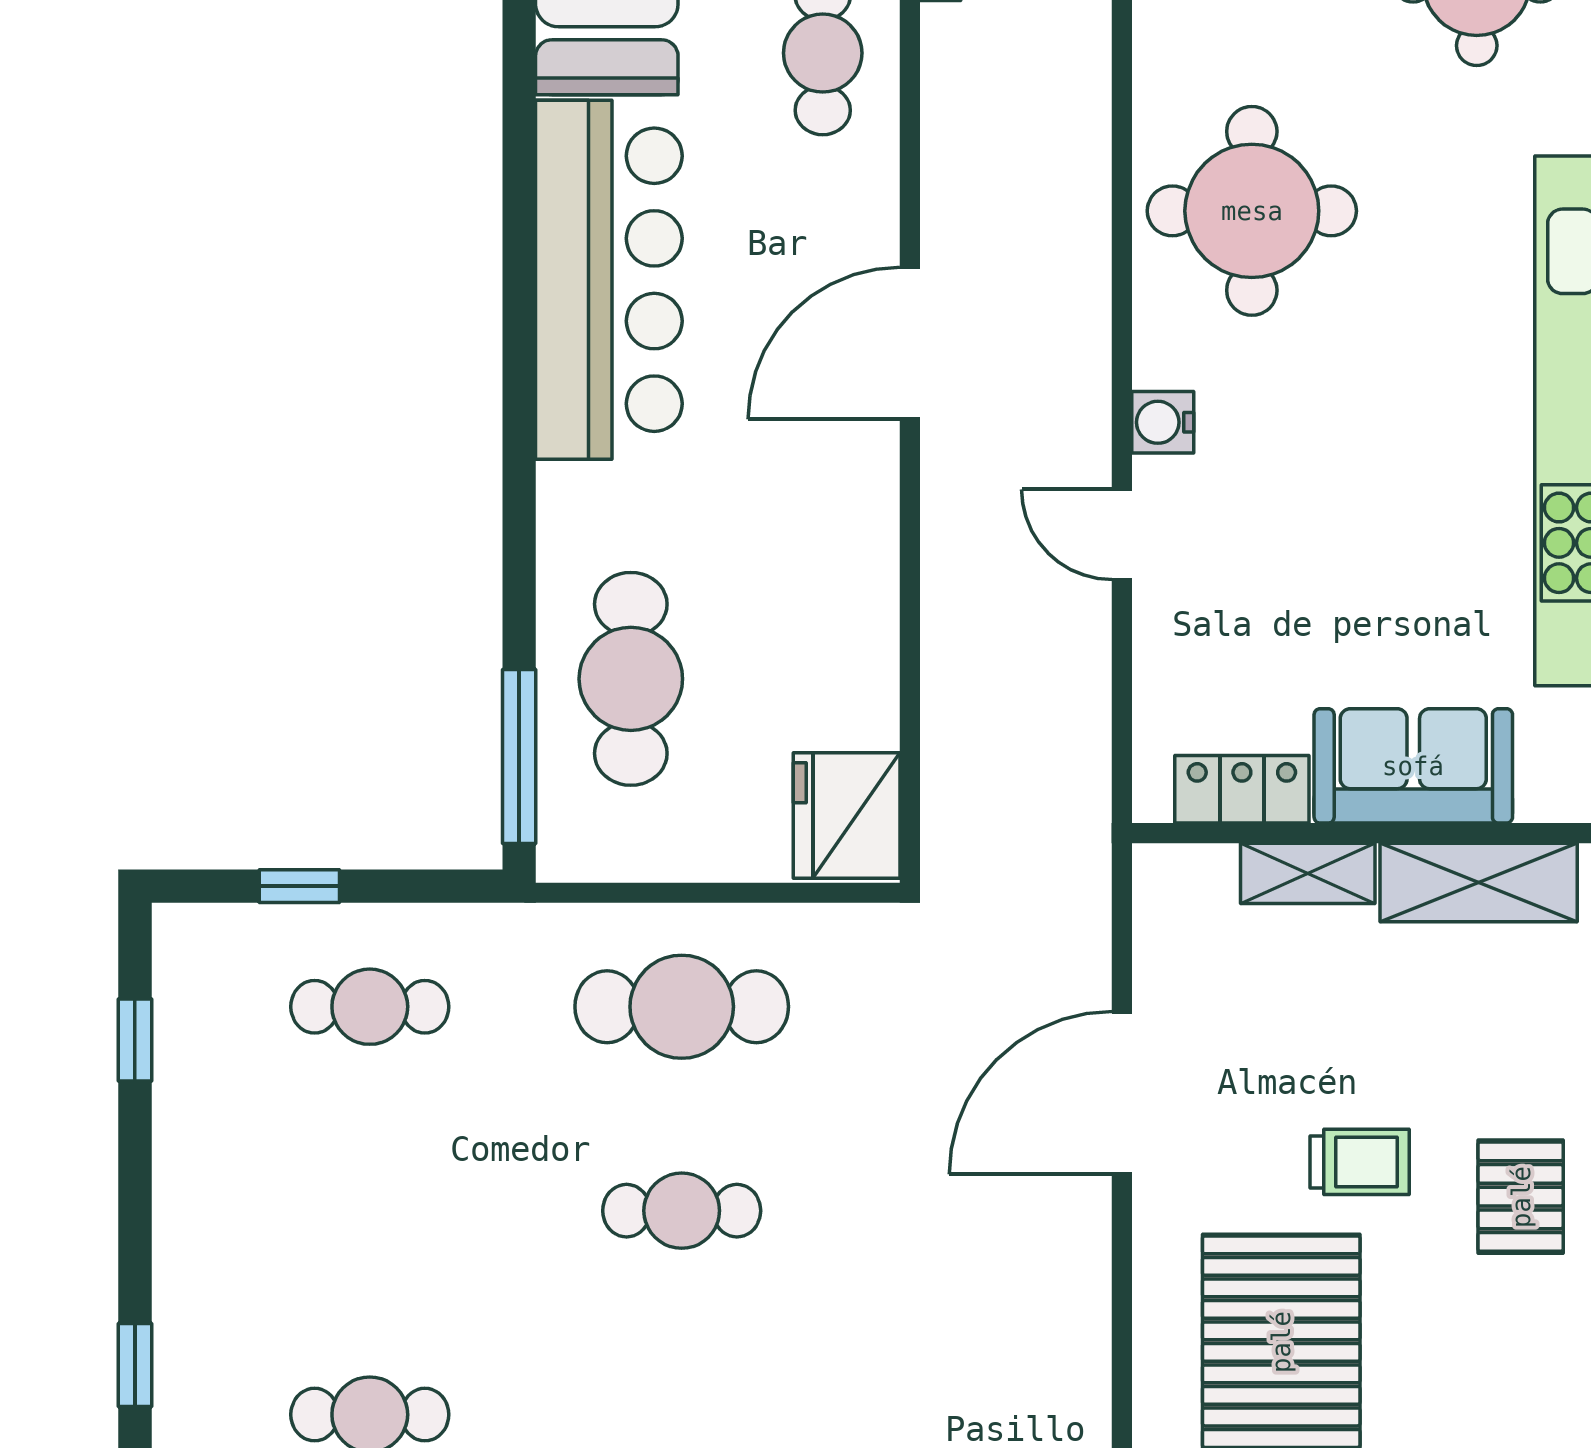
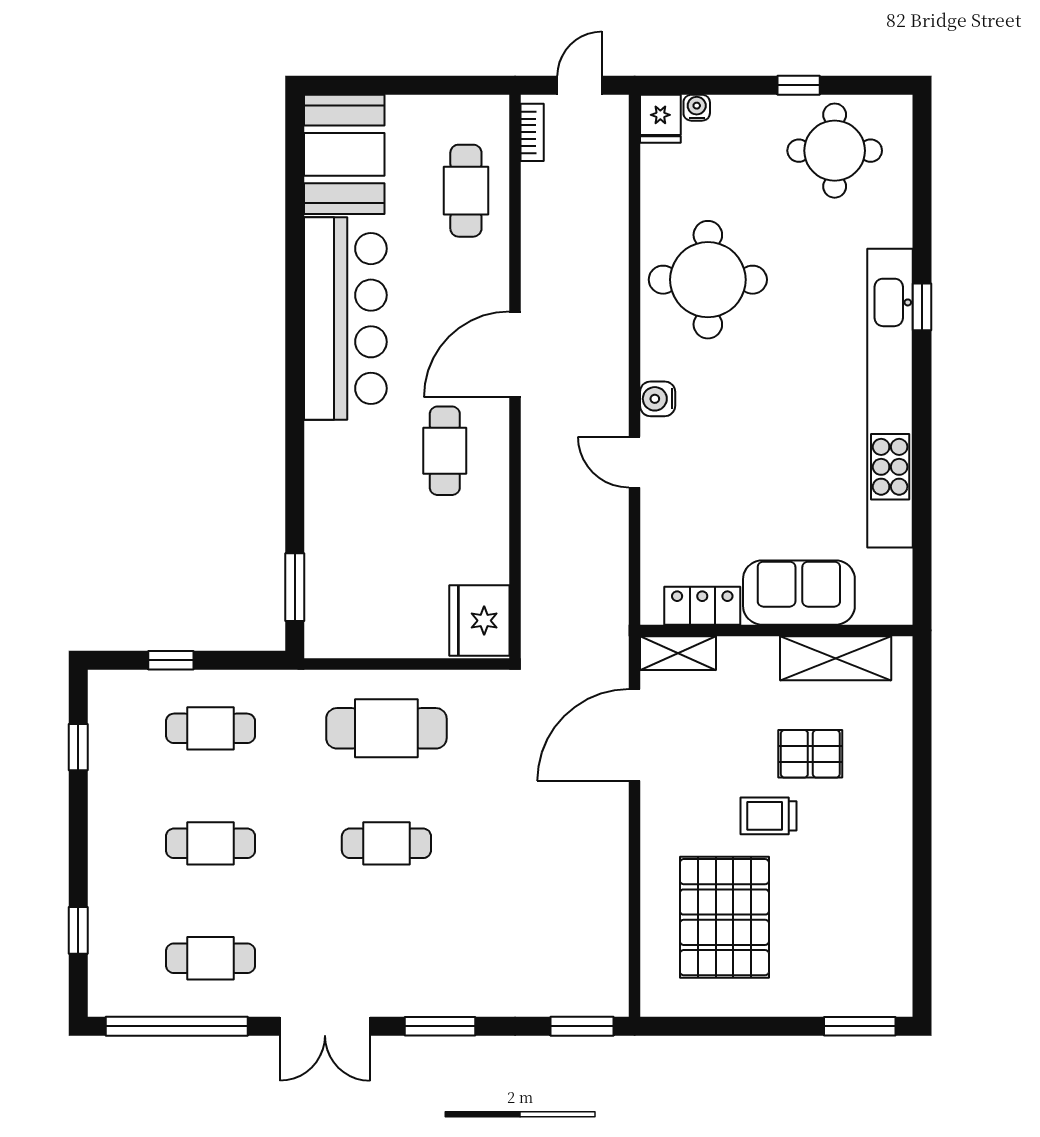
cafe table: (631, 679) -> (445, 451), moved, width x0.73, depth x0.74
window: (519, 756) -> (295, 587), width x0.69
shelving: (1308, 873) -> (678, 653), moved
door: (1122, 1093) -> (635, 735), moved
trolley: (1360, 1162) -> (769, 816), turned 180
pallet: (1521, 1197) -> (810, 754), moved, turned 90
cafe table: (370, 1211) -> (211, 843), added

